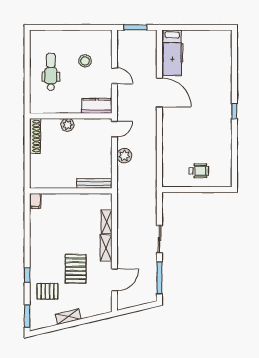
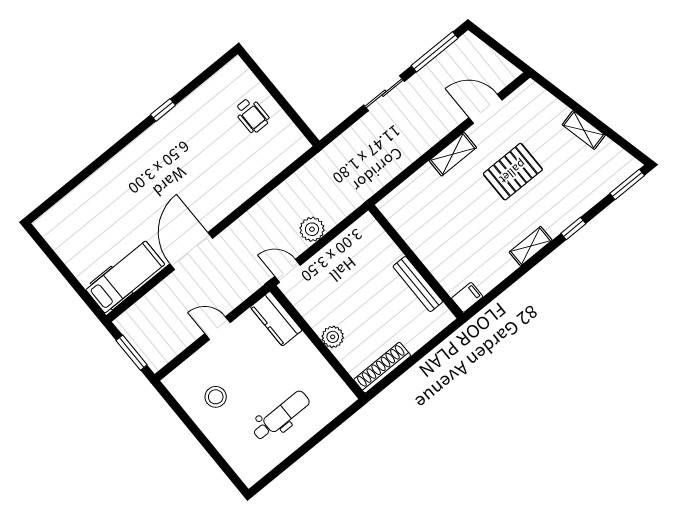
stool: (85, 61) -> (216, 397), moved
dental chair: (51, 72) -> (281, 416), turned 180
door: (114, 76) -> (218, 328), hinge flipped
window: (234, 111) -> (163, 110), moved
wheelchair: (199, 171) -> (252, 115), turned 180
bench: (94, 183) -> (418, 284), moved
shelving: (107, 222) -> (531, 246), moved
pallet: (48, 291) -> (573, 184), removed

